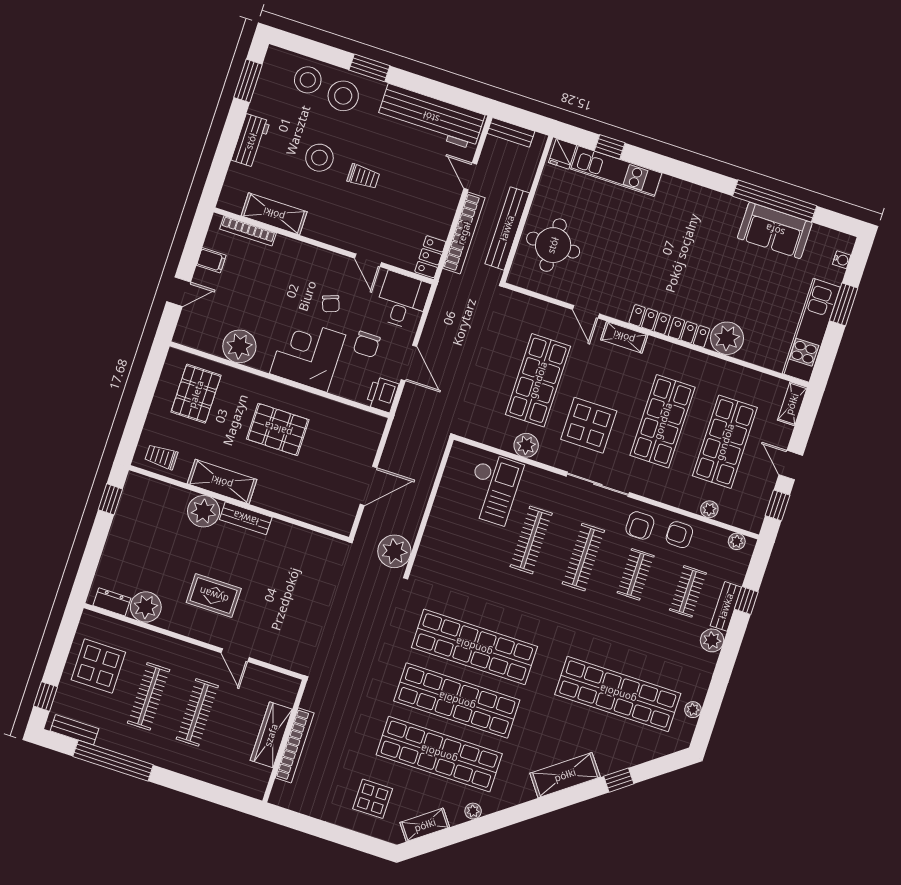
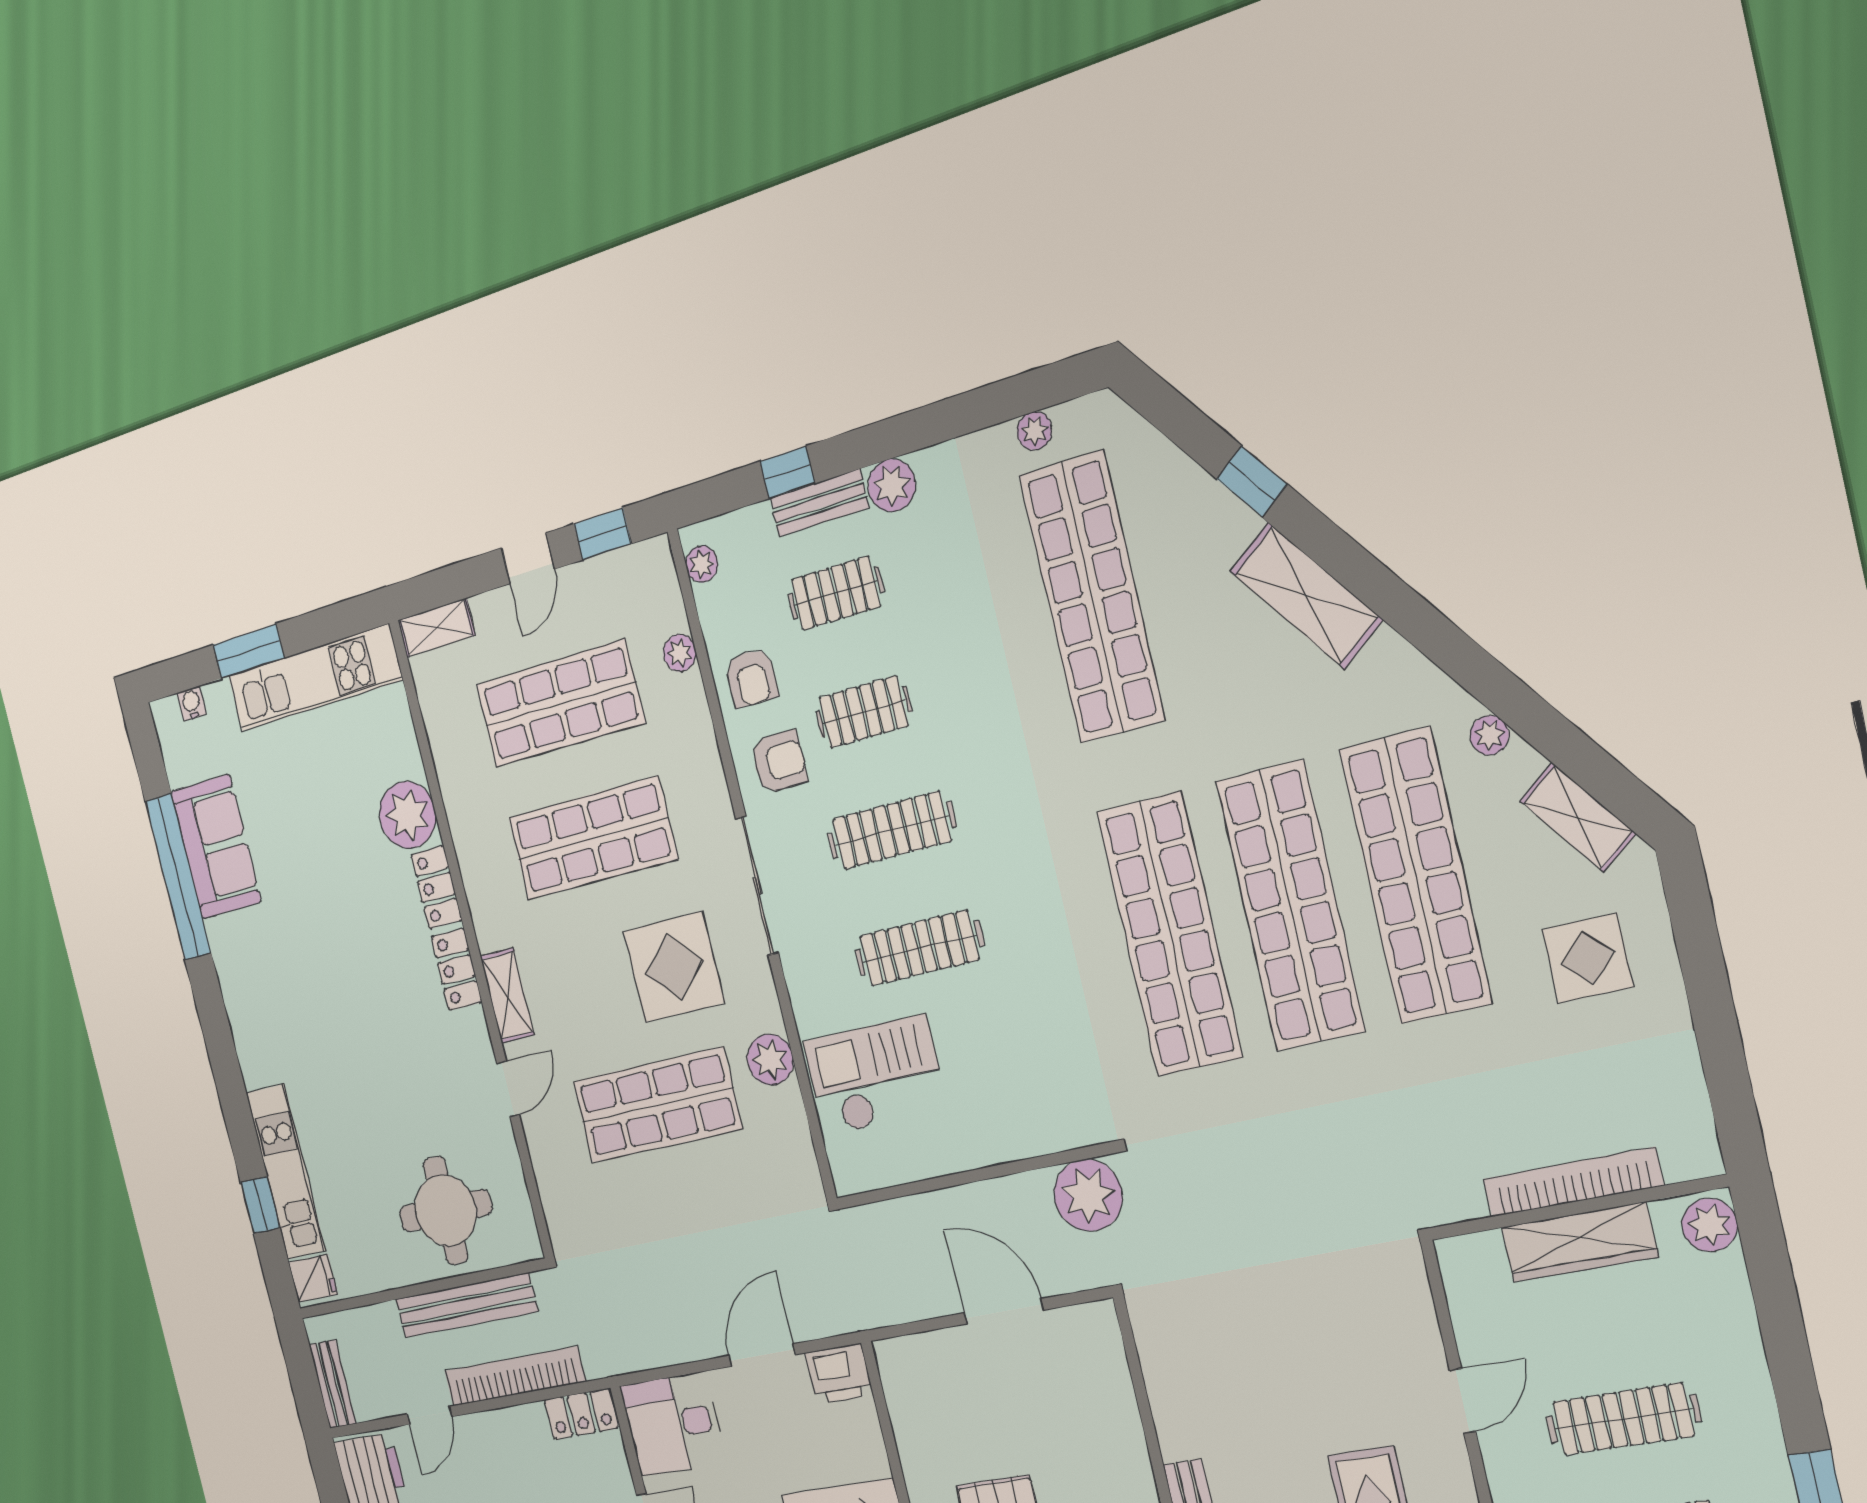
chair: (367, 344) -> (776, 1449), removed
plant: (252, 786) -> (1710, 1225), added

